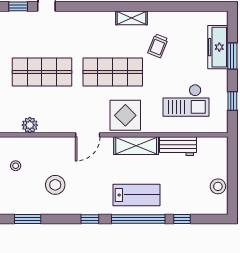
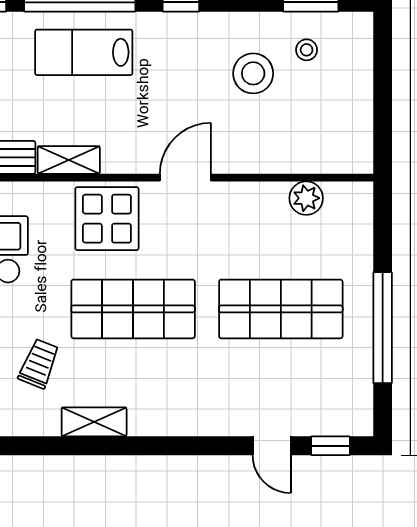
shelving: (136, 146) -> (69, 160), width x0.67, depth x0.75
stool: (16, 166) -> (307, 50), moved

